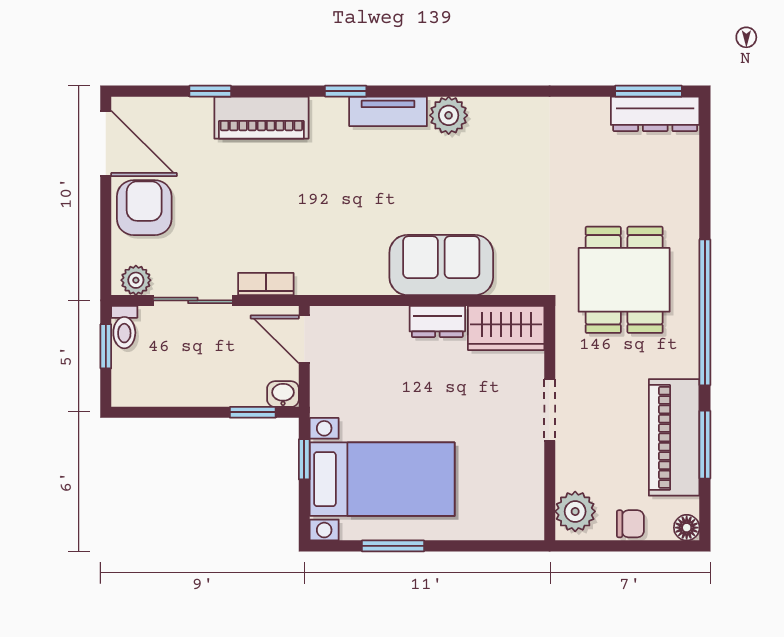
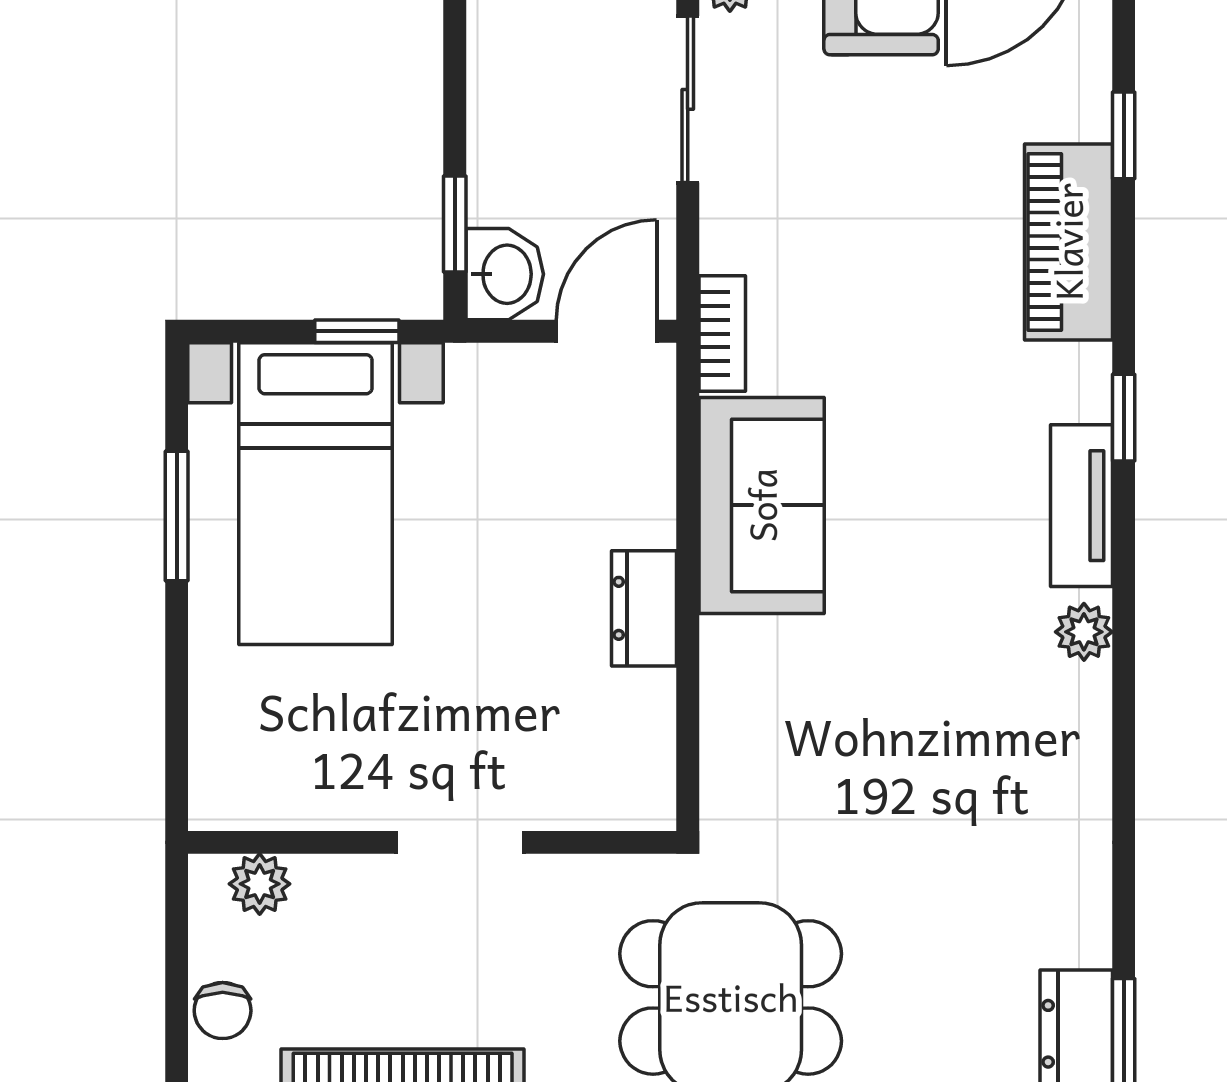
plant: (449, 115) -> (1084, 632), width x0.73, depth x0.73
sofa: (441, 265) -> (762, 505), moved
bookcase: (266, 284) -> (722, 334), moved
wardrobe: (506, 328) -> (630, 752), removed
washbasin: (283, 394) -> (505, 274), width x1.38, depth x1.45
plant: (575, 511) -> (260, 884), width x0.73, depth x0.73

